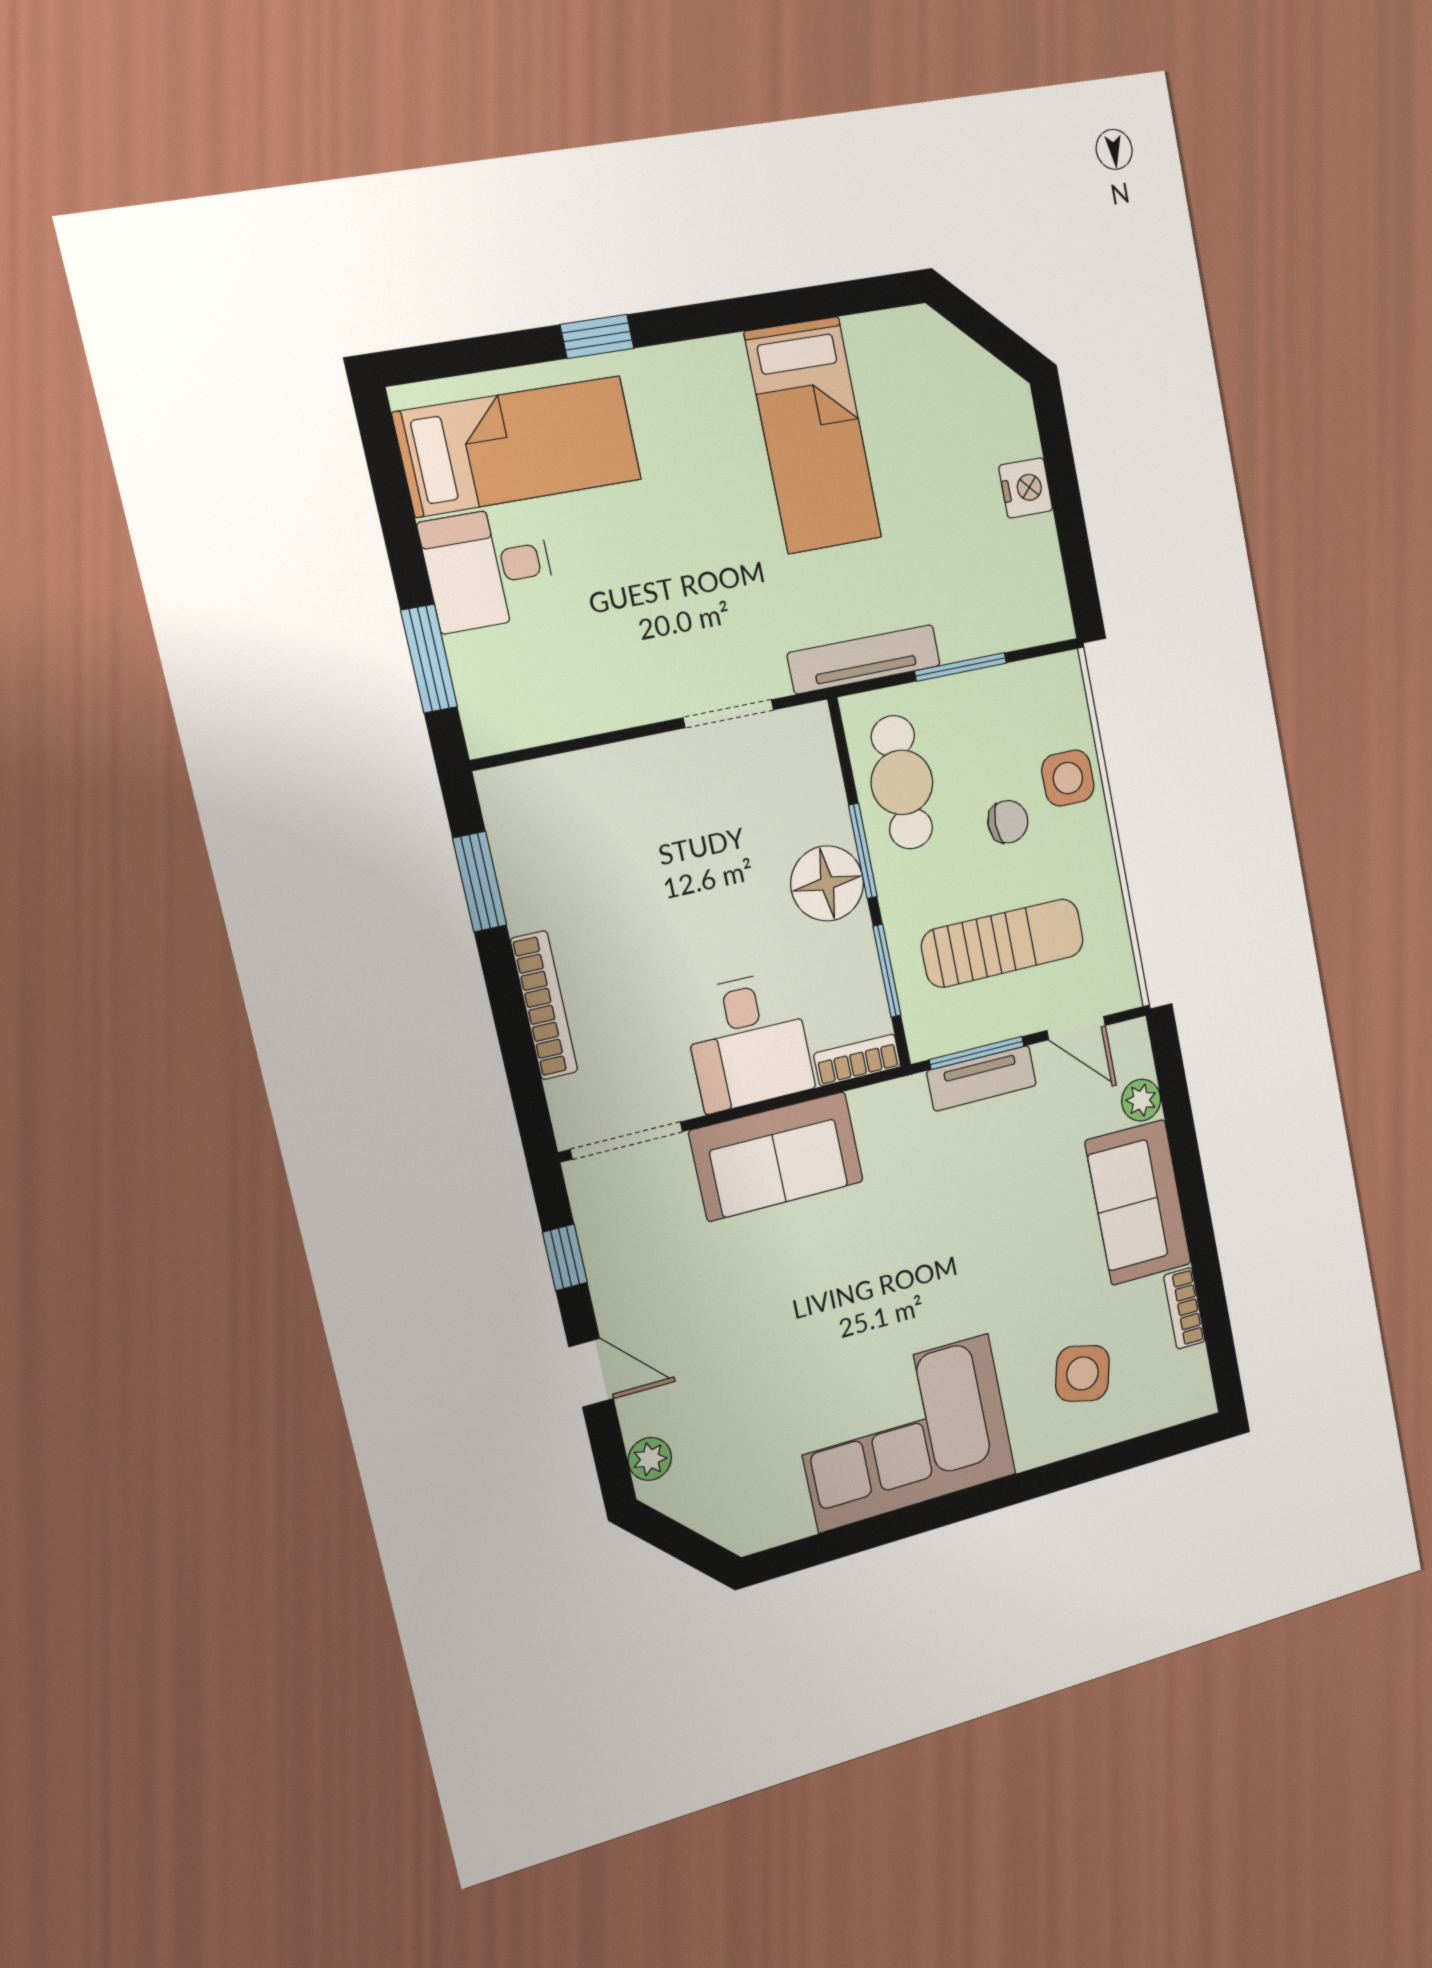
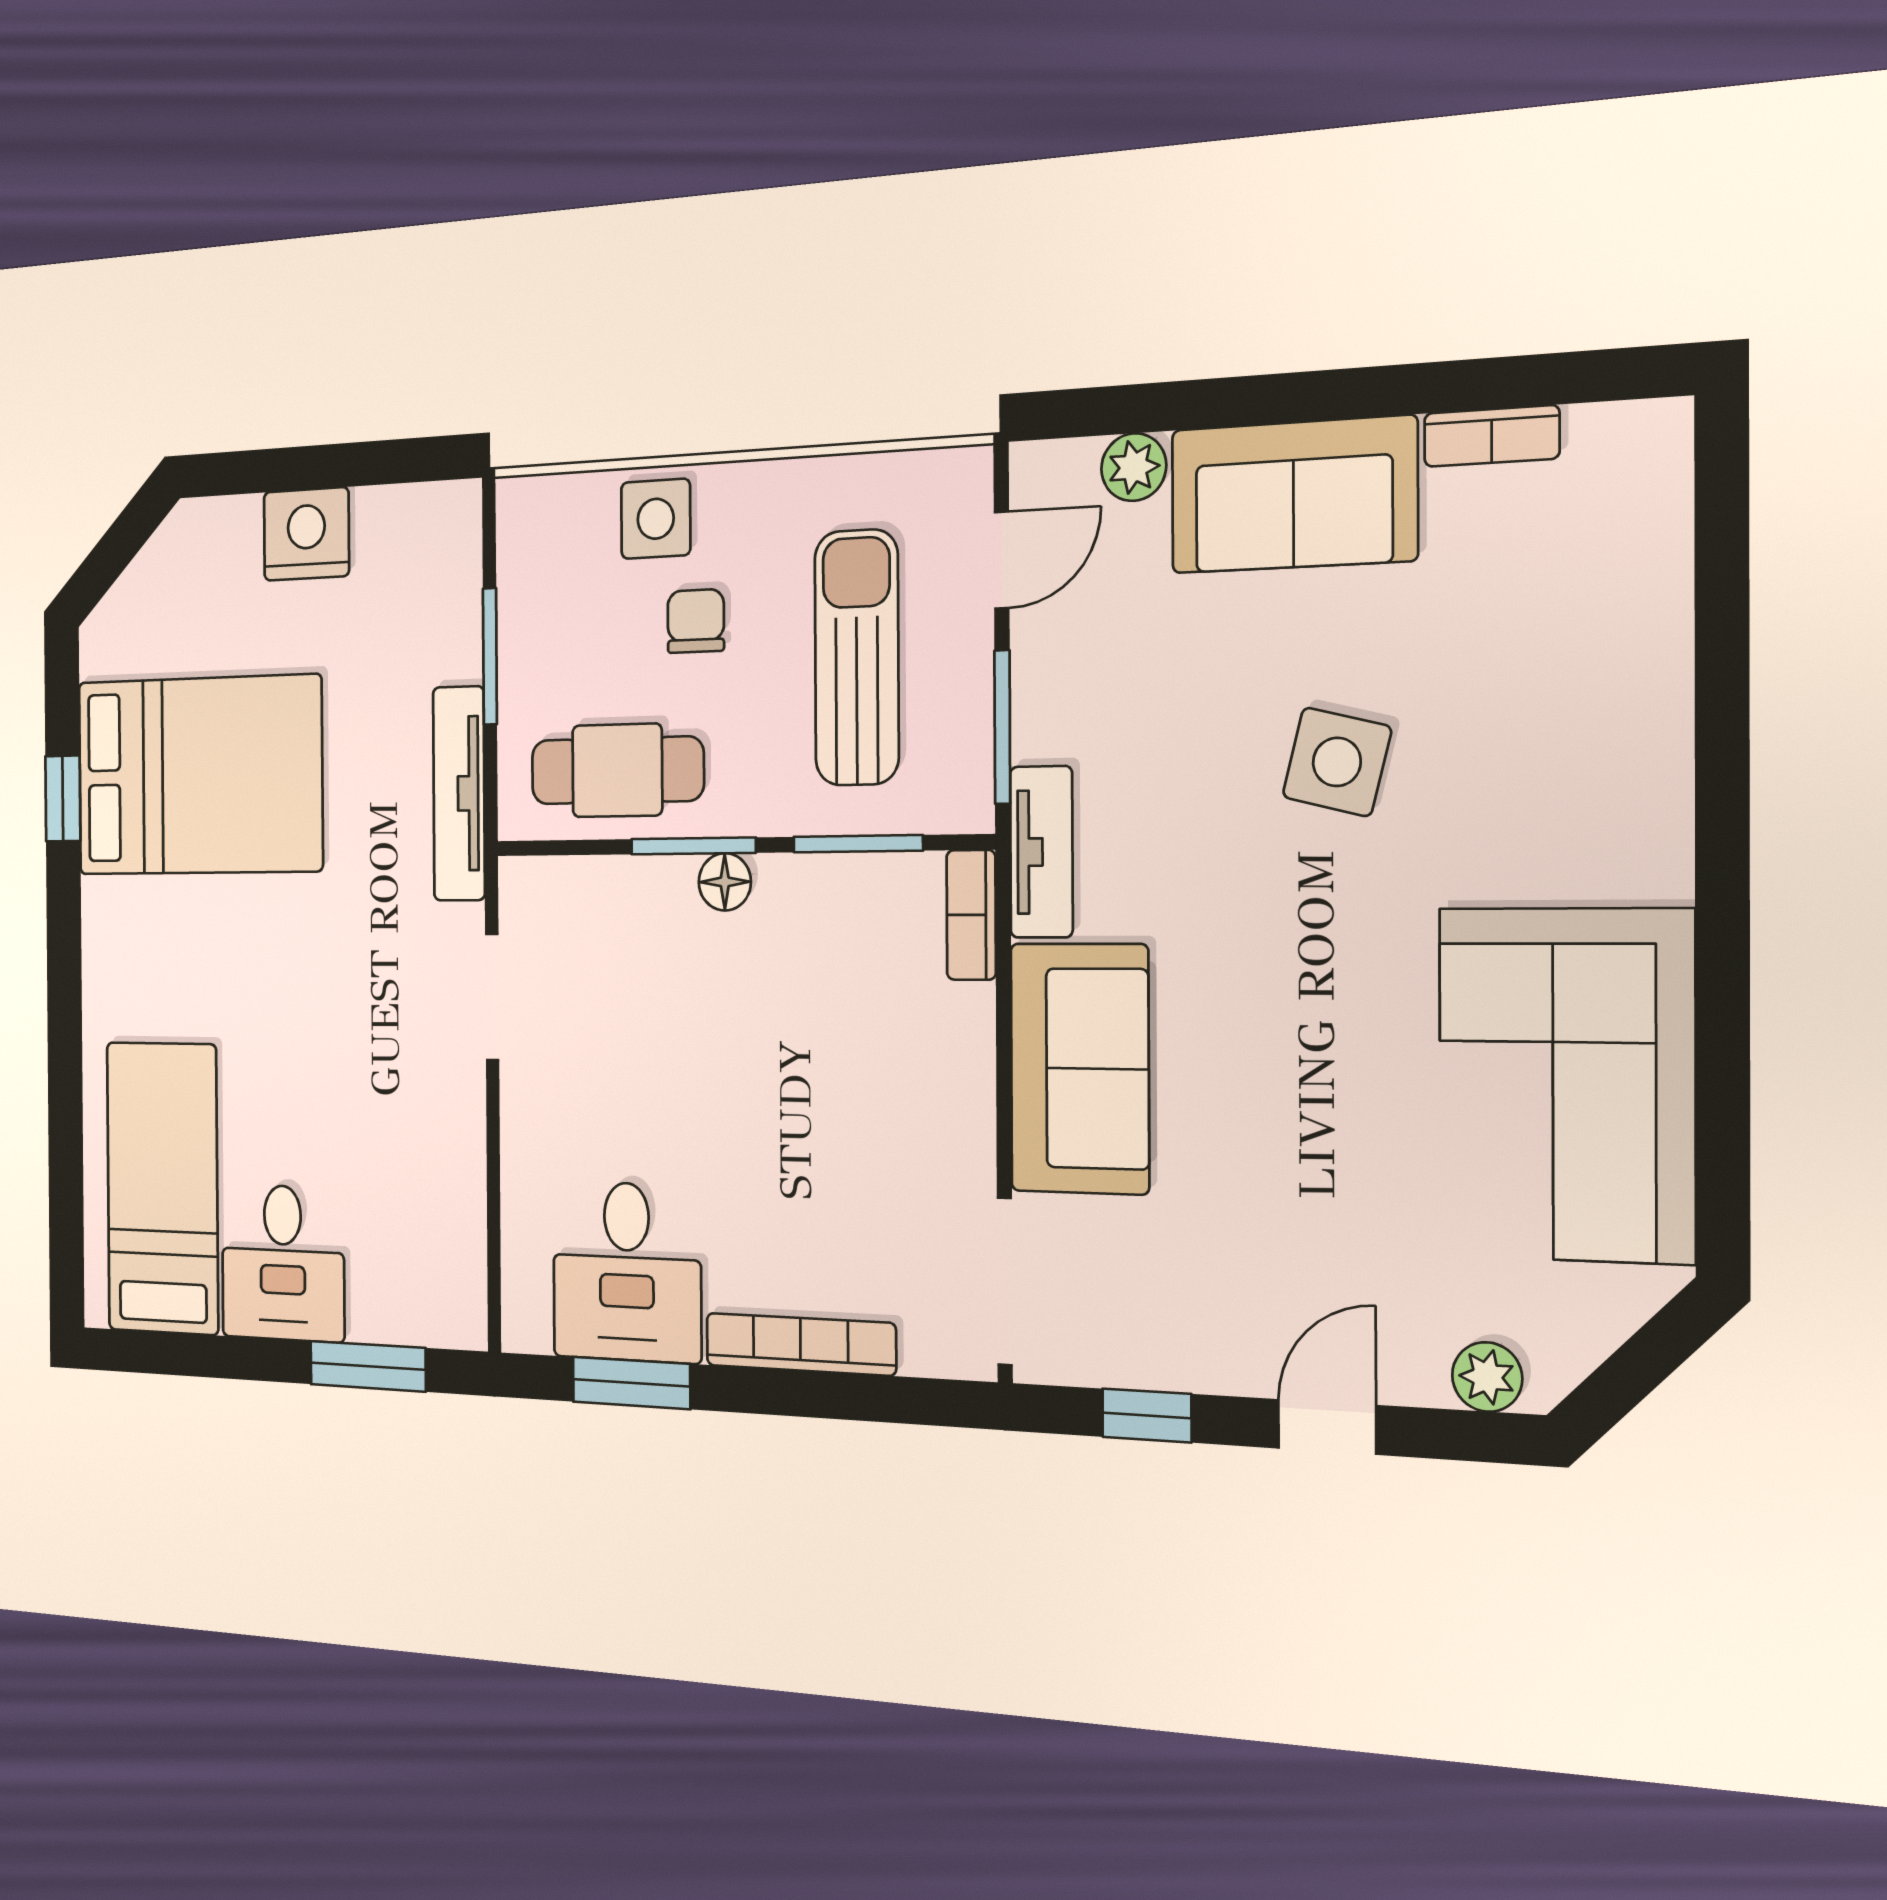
window: (597, 336) -> (63, 798), moved
bed: (813, 435) -> (199, 776), width x1.50
nightstand: (1026, 488) -> (306, 534), width x1.36, depth x1.33
floor lamp: (827, 883) -> (725, 882), width x0.53, depth x0.53
desk: (748, 1041) -> (627, 1272), moved, turned 90
tv unit: (982, 1078) -> (1041, 852), moved
side table: (1082, 1373) -> (1337, 762), moved
corner sofa: (904, 1433) -> (1566, 1084), moved

